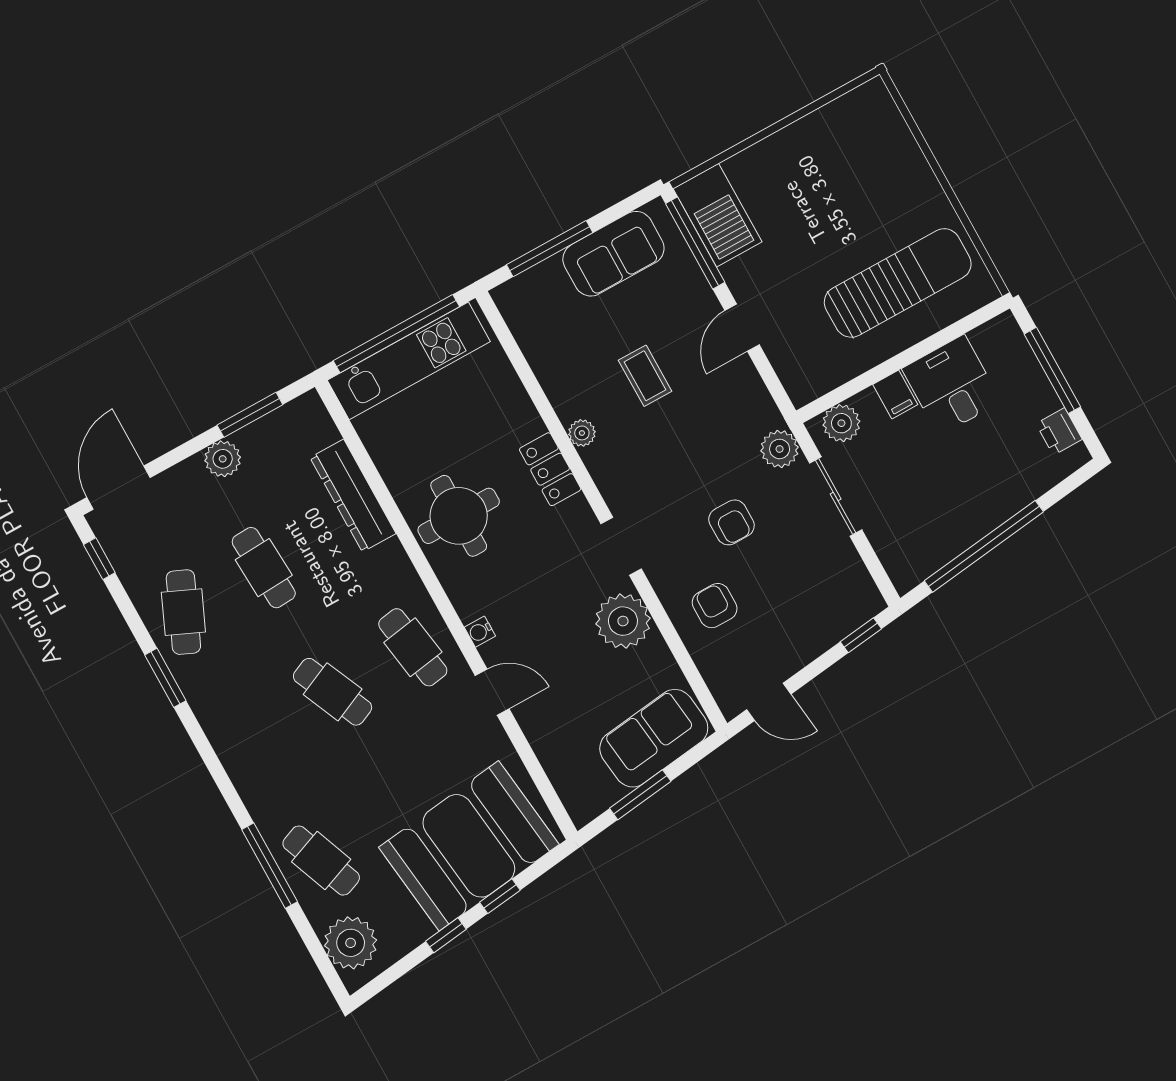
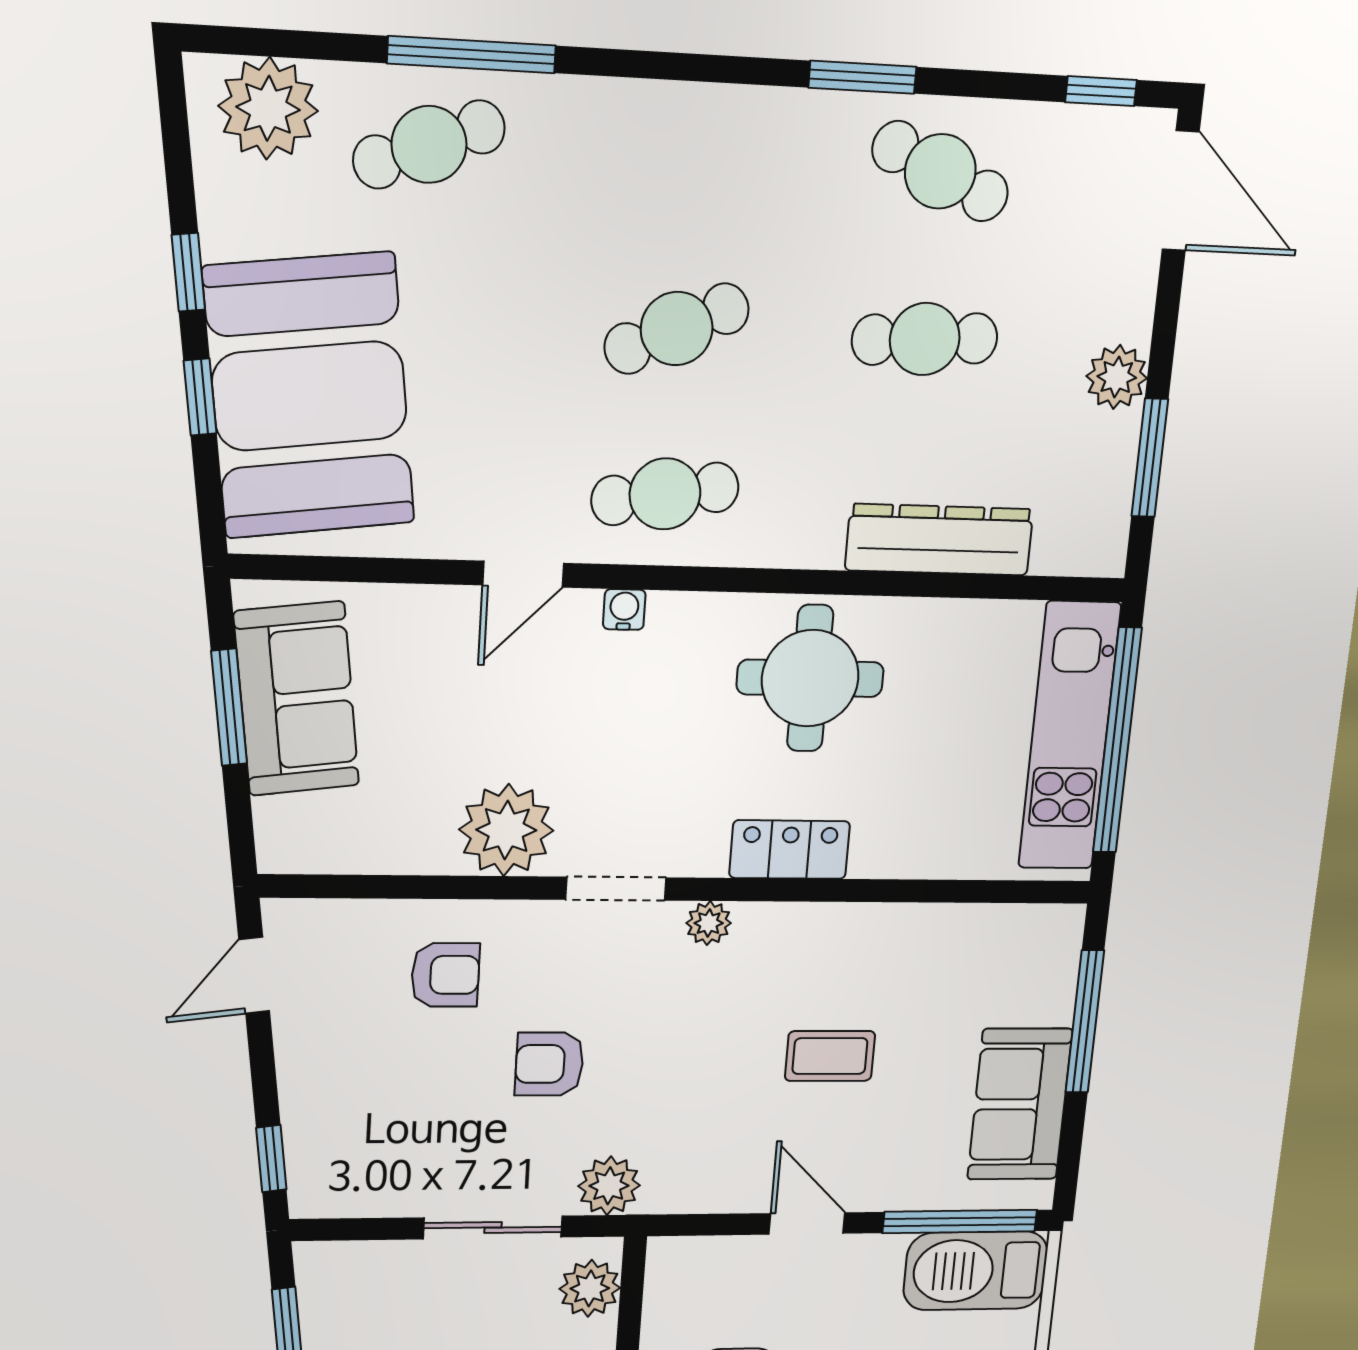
plant: (582, 433) -> (709, 923), moved
sofa: (654, 738) -> (297, 699), moved

